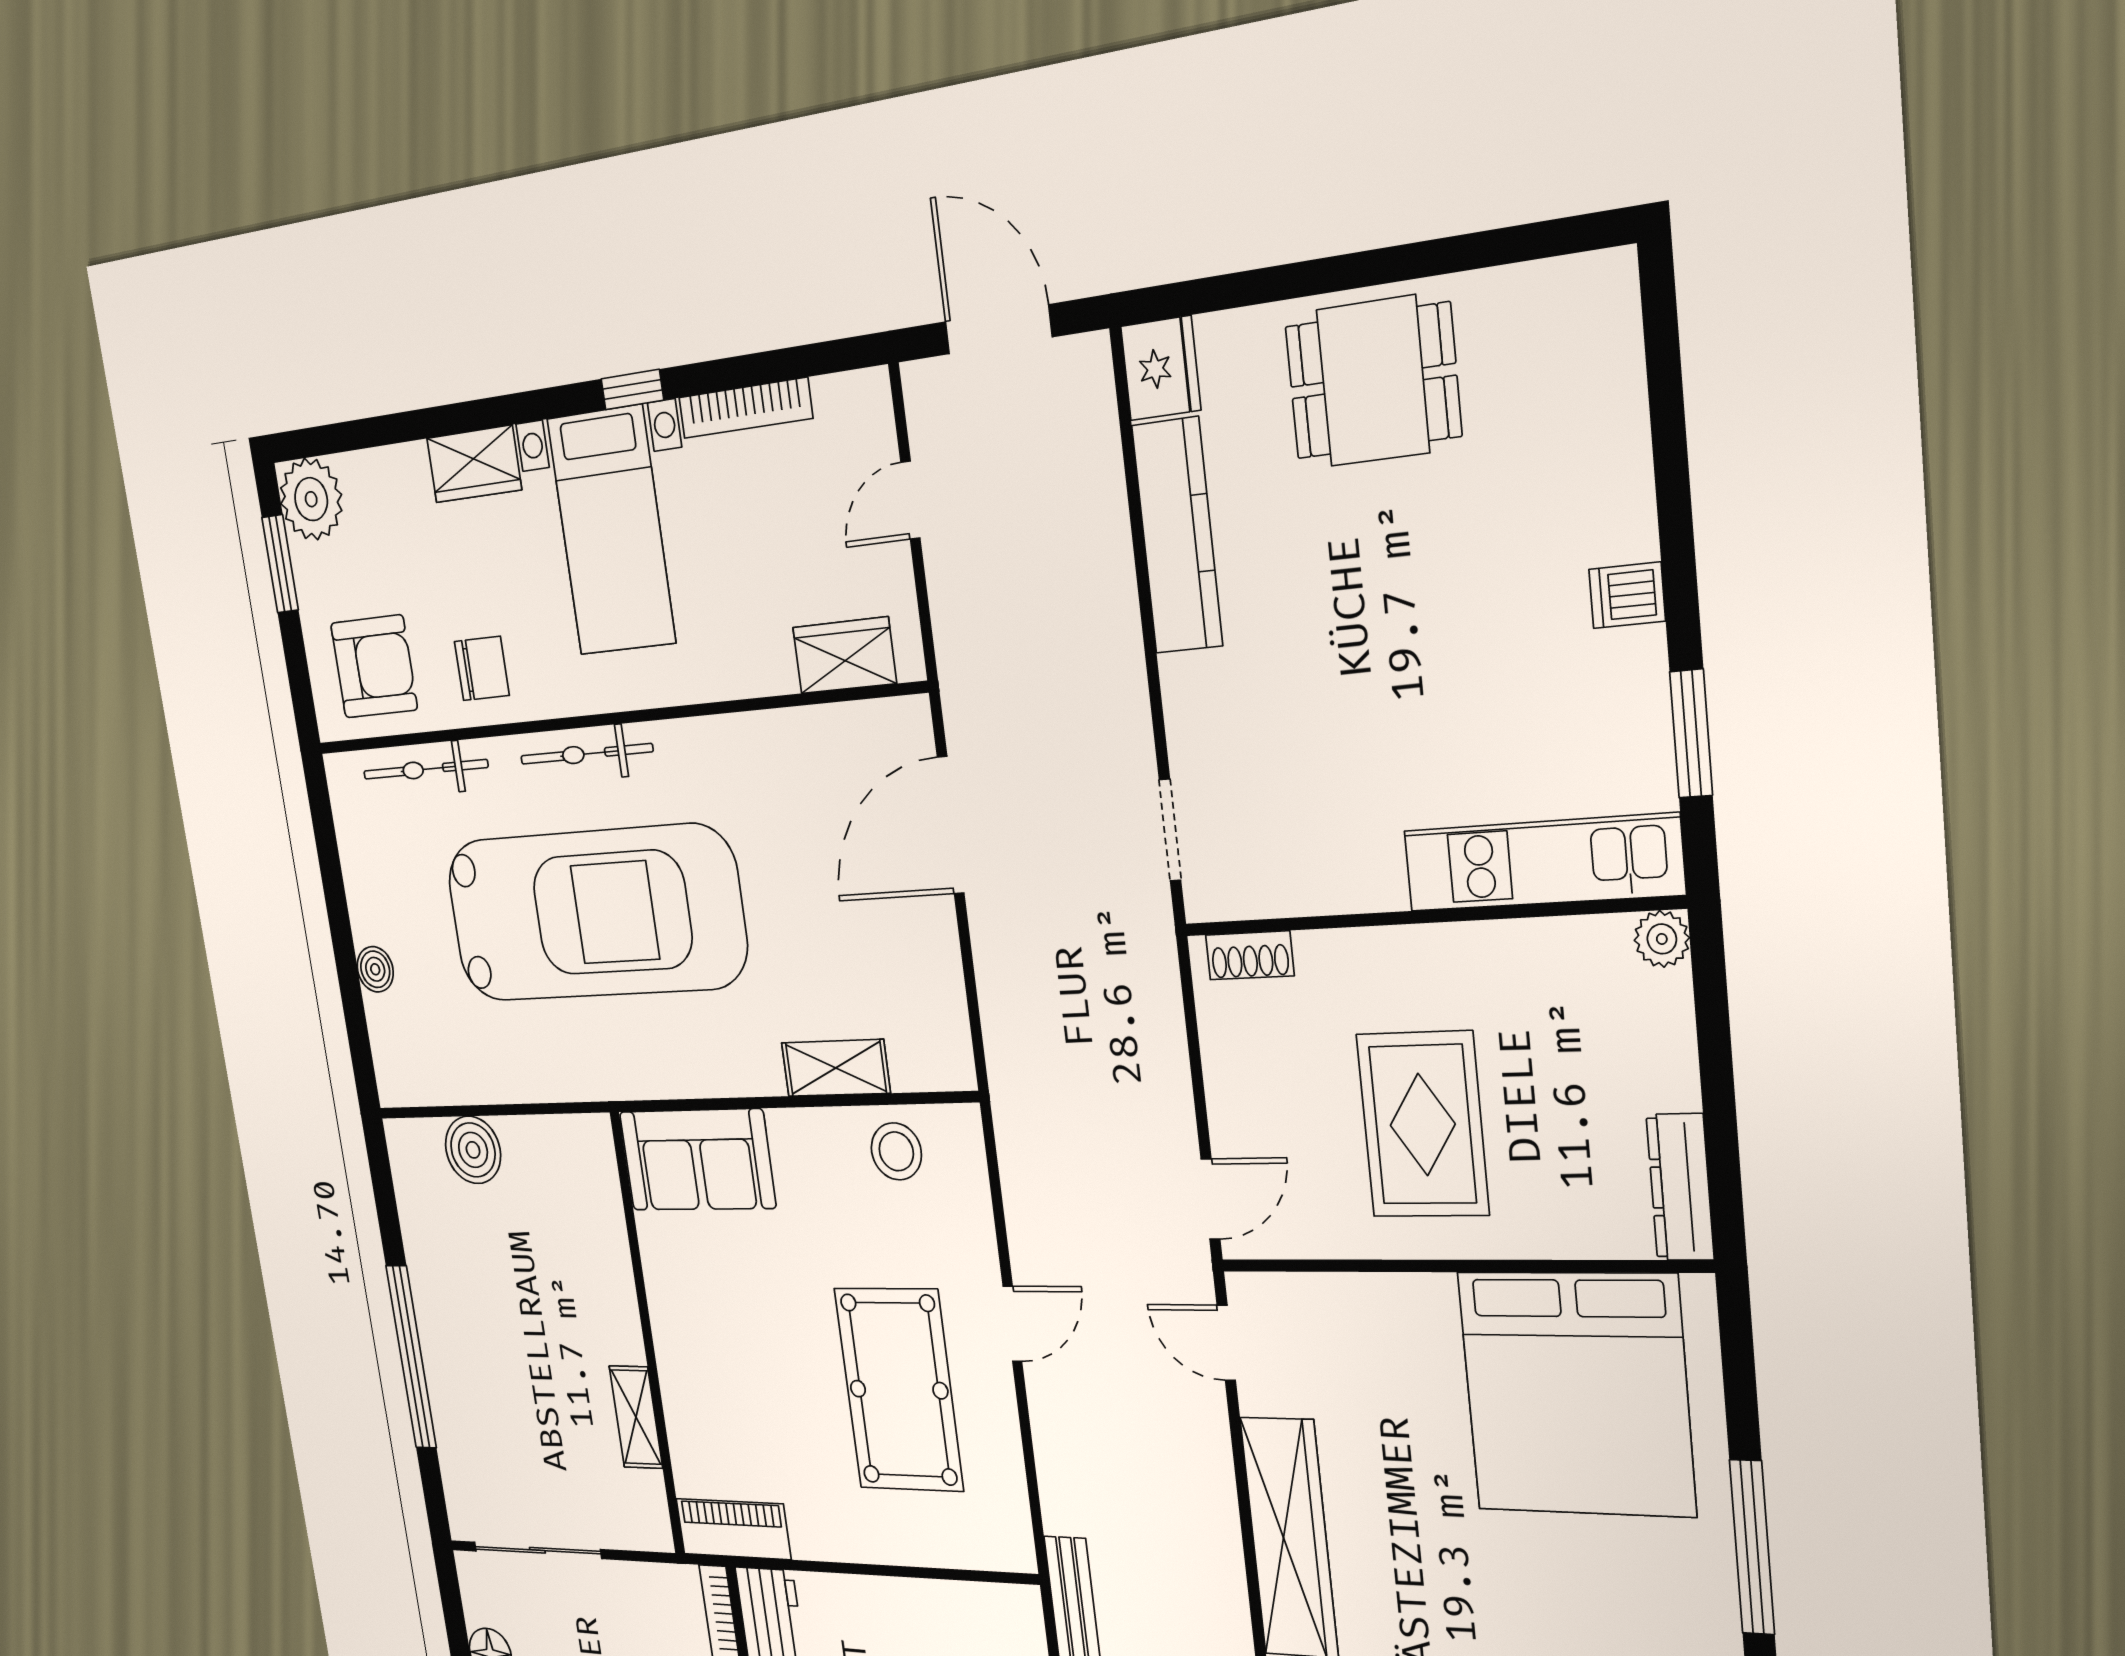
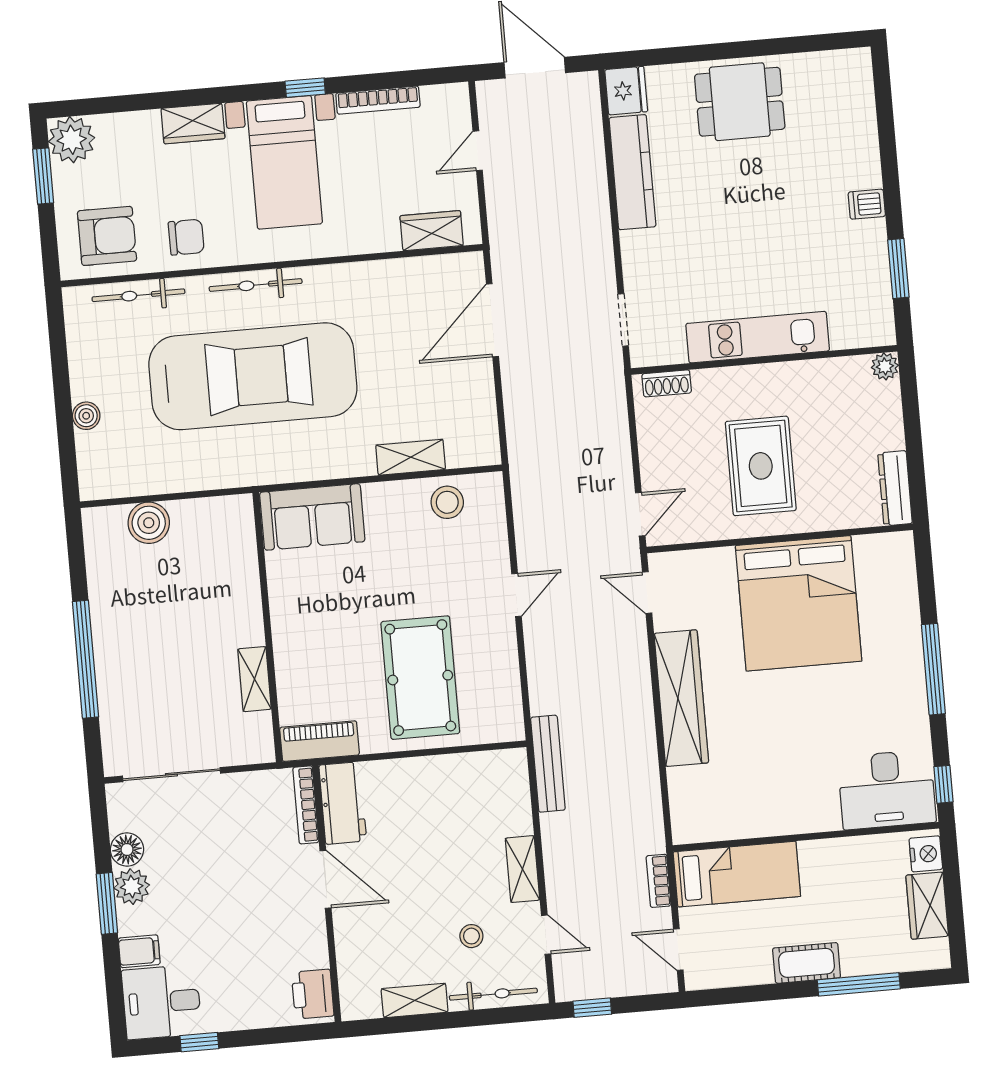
kitchen unit: (1543, 863) -> (758, 337), moved
pool table: (899, 1390) -> (420, 678), moved
bed: (1576, 1394) -> (799, 603), moved

